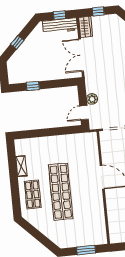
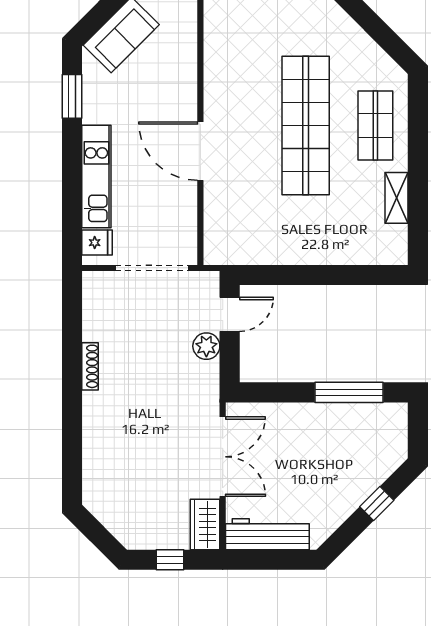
window: (60, 15) -> (266, 560), removed
window: (33, 86) -> (349, 392), width x2.17

